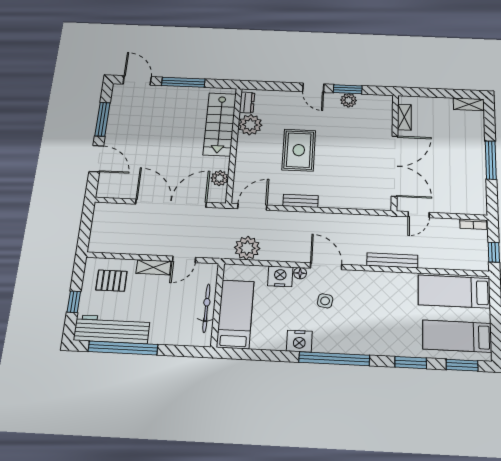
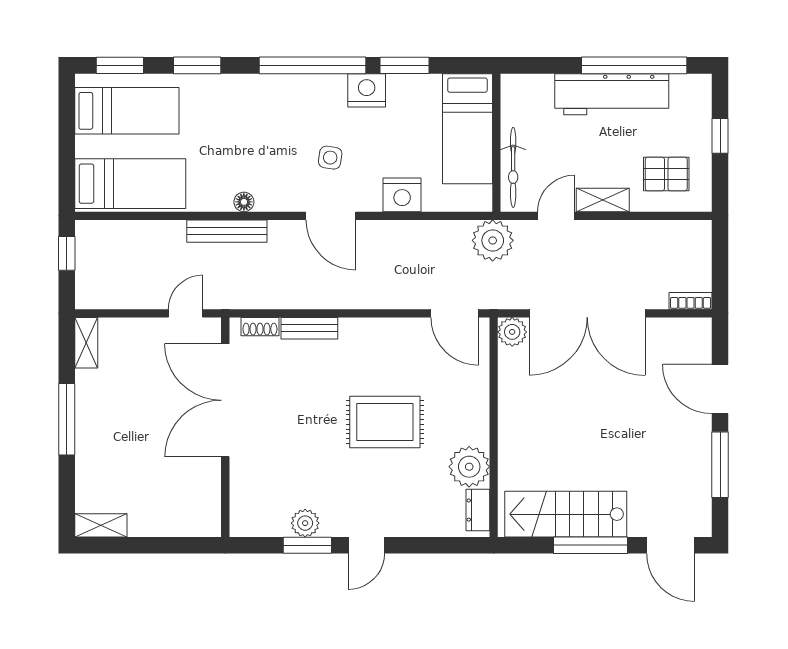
door: (313, 88) -> (366, 545), swing flipped
shelving: (404, 117) -> (86, 343), moved
stairs: (220, 124) -> (566, 514), moved, turned -90
rug: (299, 150) -> (385, 422), turned 90
plant: (220, 178) -> (512, 332), moved
bench: (301, 201) -> (309, 328), moved
shoe rack: (373, 205) -> (260, 327), added
door: (252, 207) -> (455, 313), hinge flipped
bookcase: (473, 224) -> (691, 301), moved
plant: (247, 248) -> (493, 240), moved
floor lamp: (300, 273) -> (244, 202), moved
bicycle: (206, 308) -> (513, 167), moved
workbench: (112, 329) -> (612, 94), moved
window: (274, 356) -> (404, 65), added

